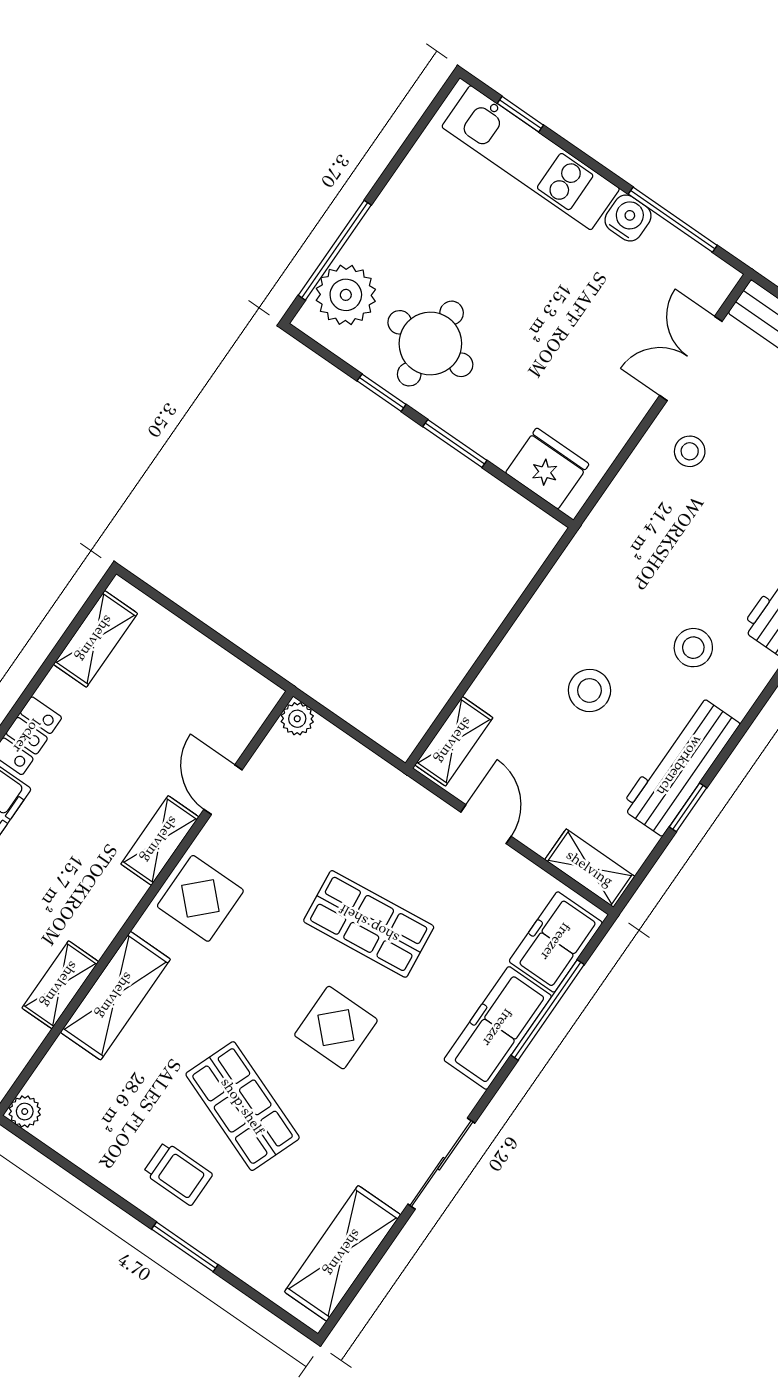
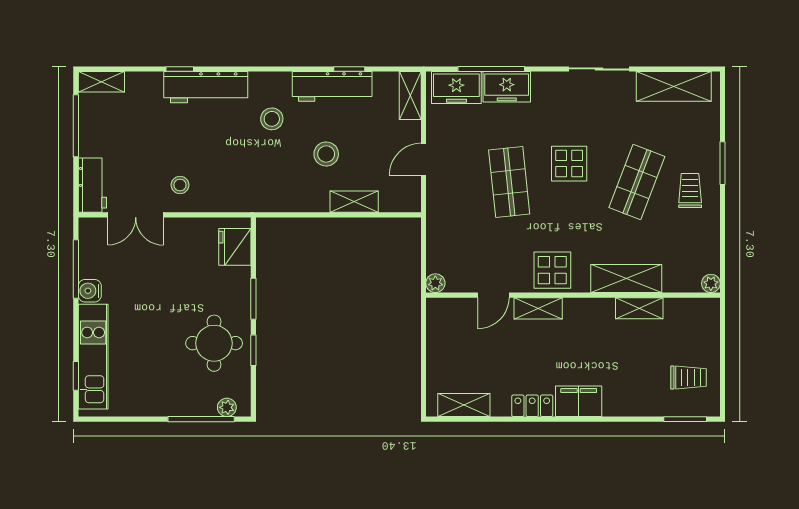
plant: (346, 295) -> (227, 407), width x0.53, depth x0.53
shelving: (454, 741) -> (354, 202), moved
freezer: (498, 1028) -> (507, 87), width x0.71

